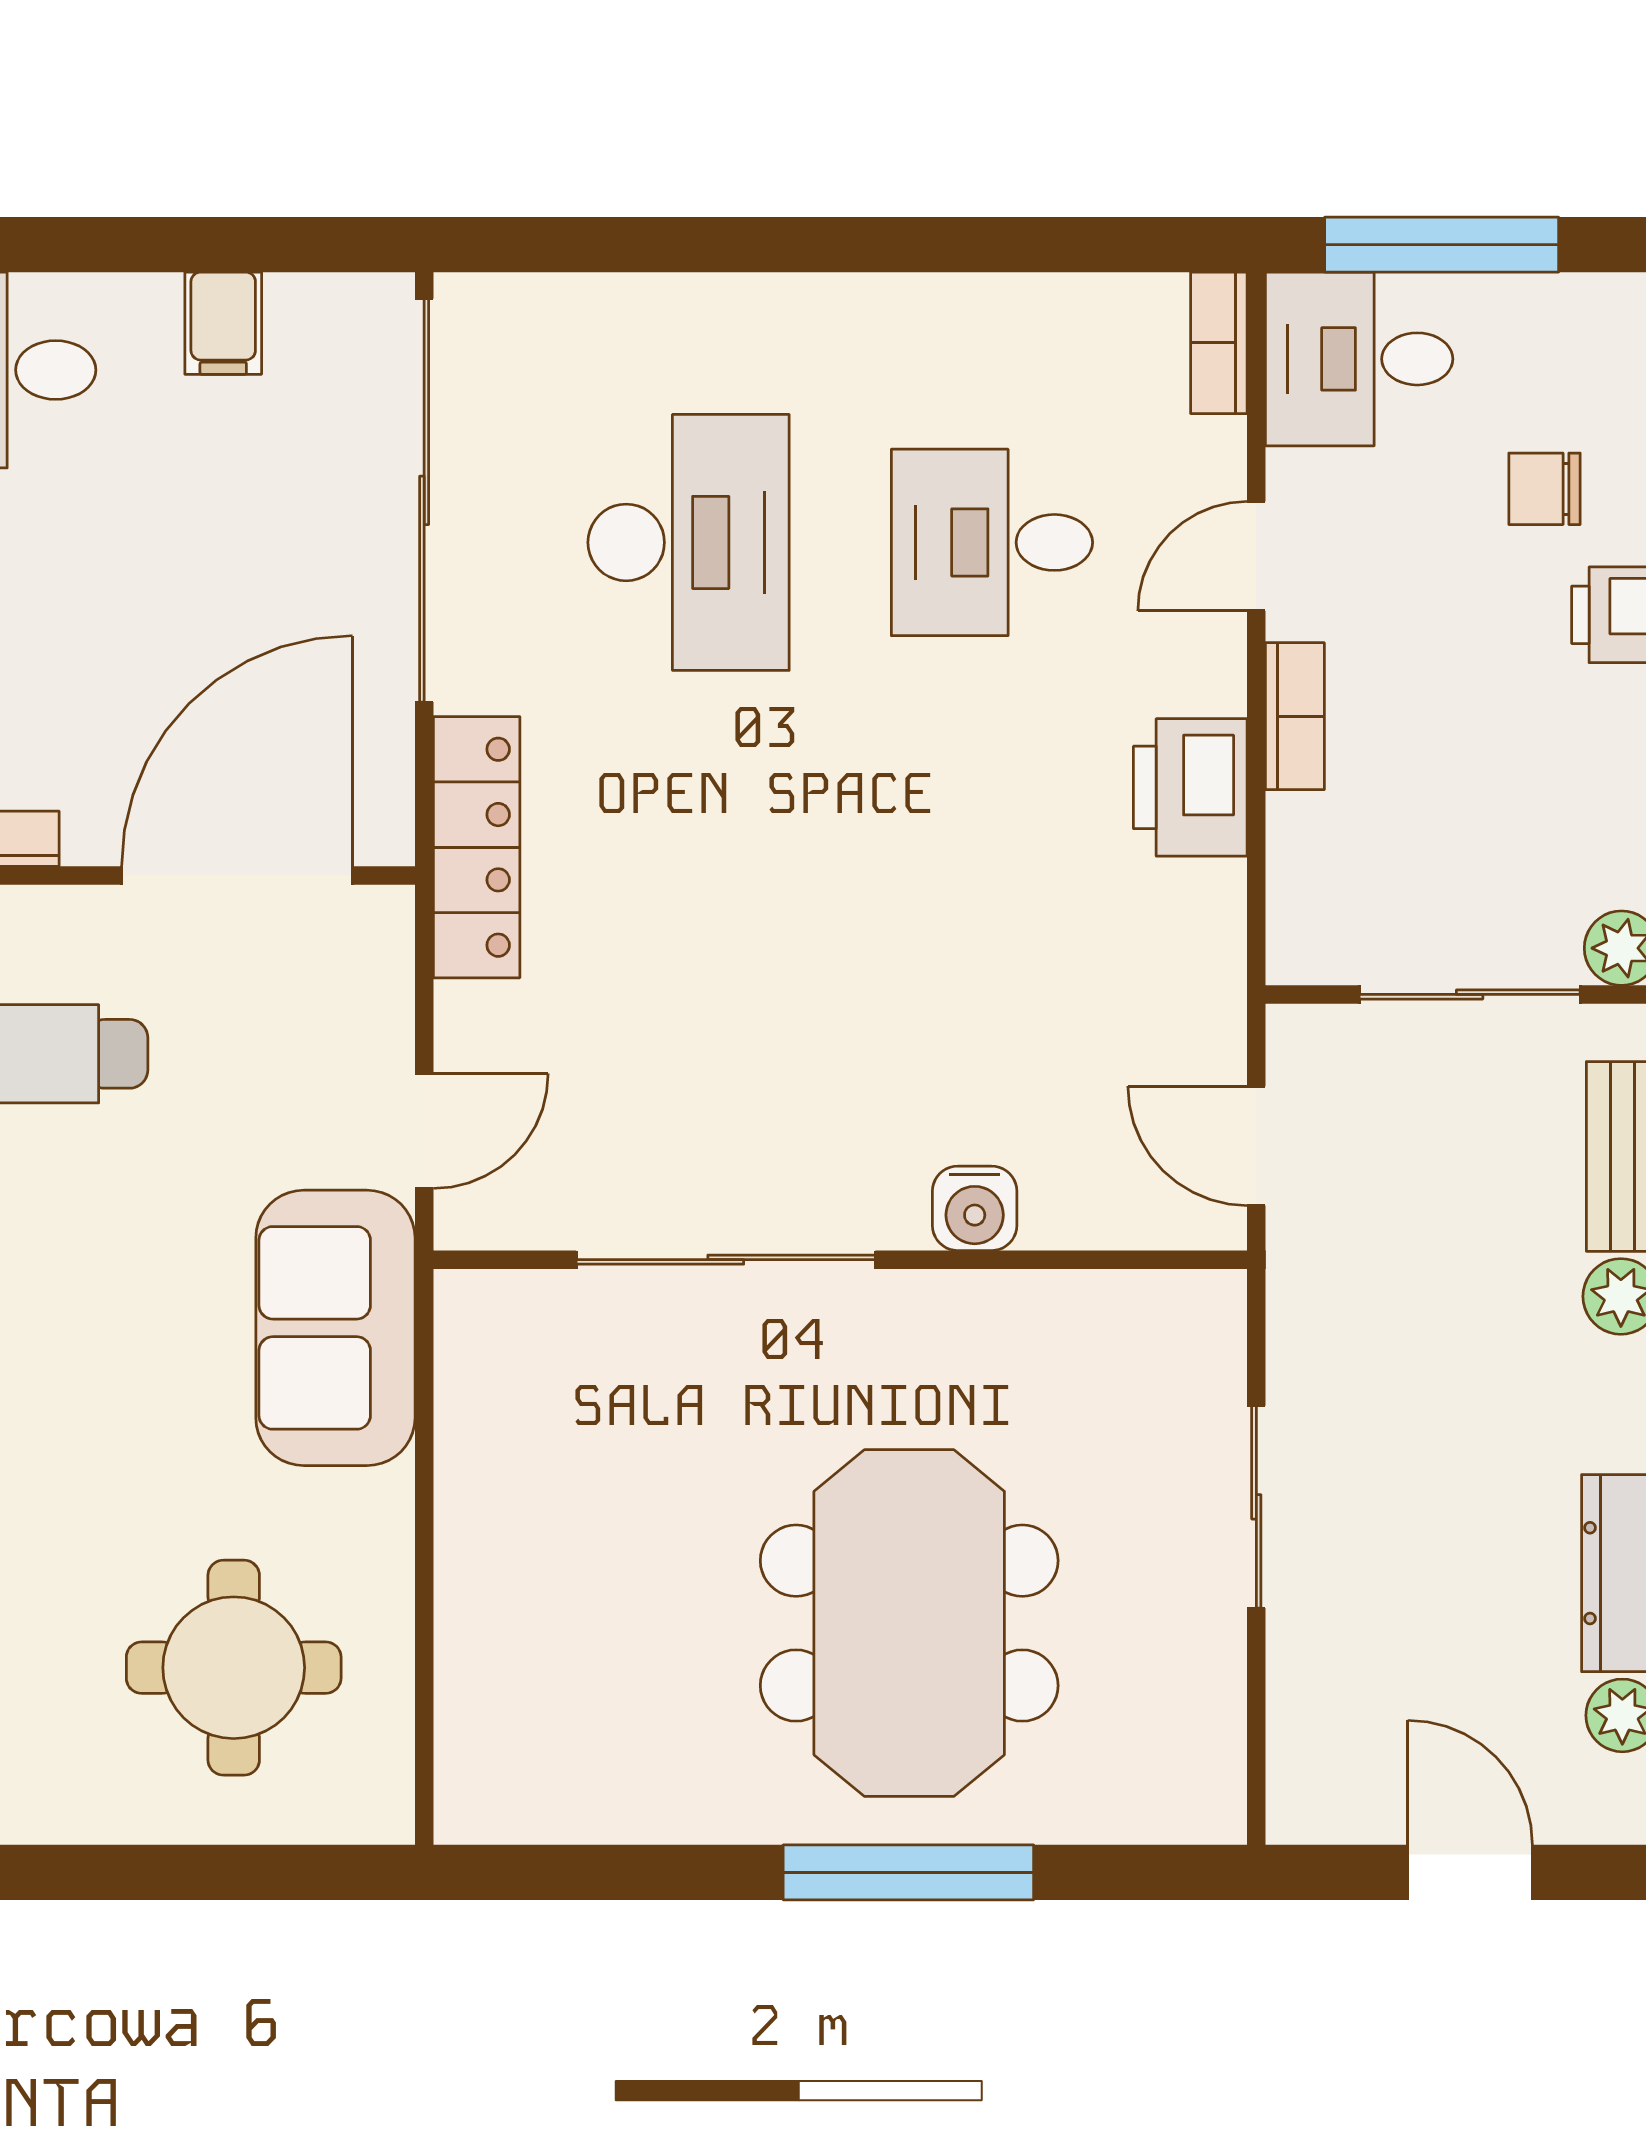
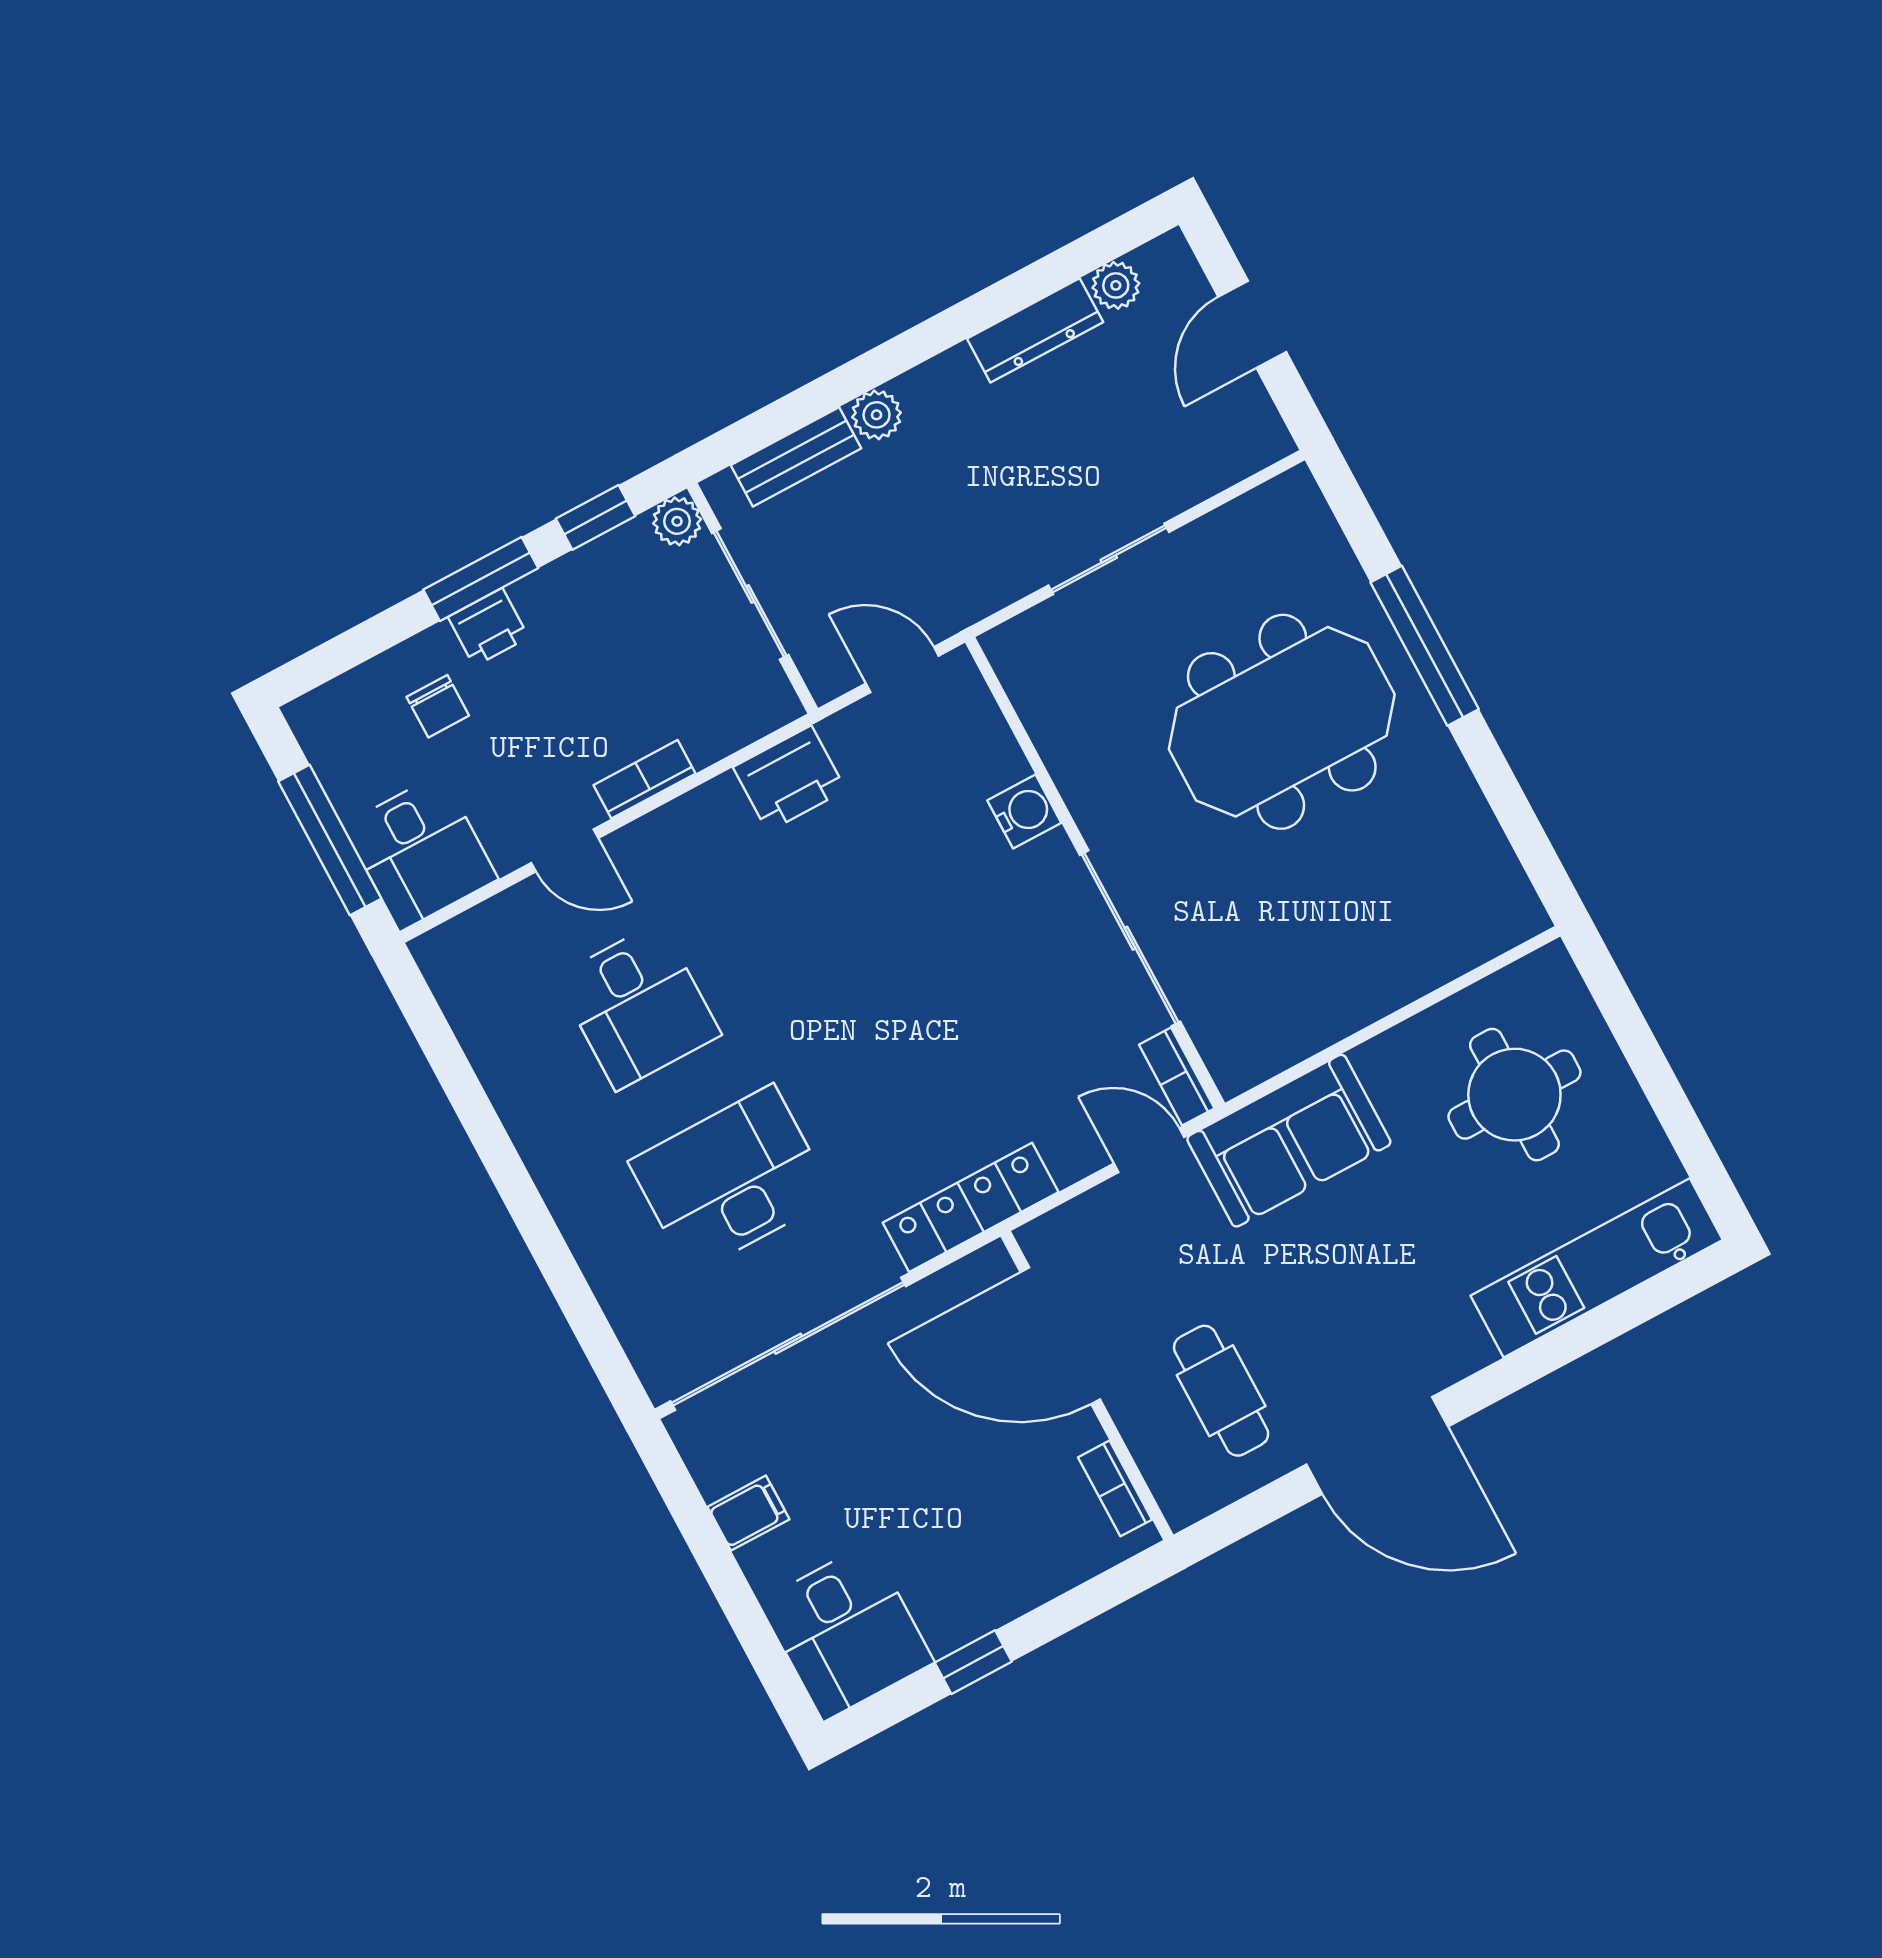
bookcase: (1219, 343) -> (1177, 1077), moved, turned 90
printer: (1190, 787) -> (789, 779), moved
door: (1256, 1146) -> (902, 670), swing flipped

